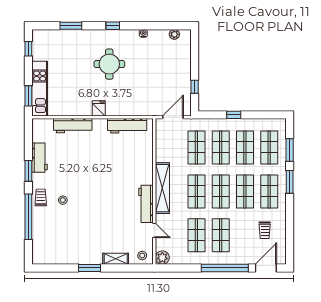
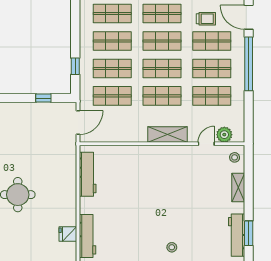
fridge: (99, 108) -> (68, 234), moved
window: (234, 115) -> (75, 66), moved
door: (173, 117) -> (78, 123), swing flipped
shelving: (162, 188) -> (168, 134), width x0.68
workbench: (146, 204) -> (237, 235), moved, turned 90
shop shelf: (245, 235) -> (212, 41), added
plant: (162, 258) -> (224, 135), moved
window: (90, 268) -> (249, 233), moved

